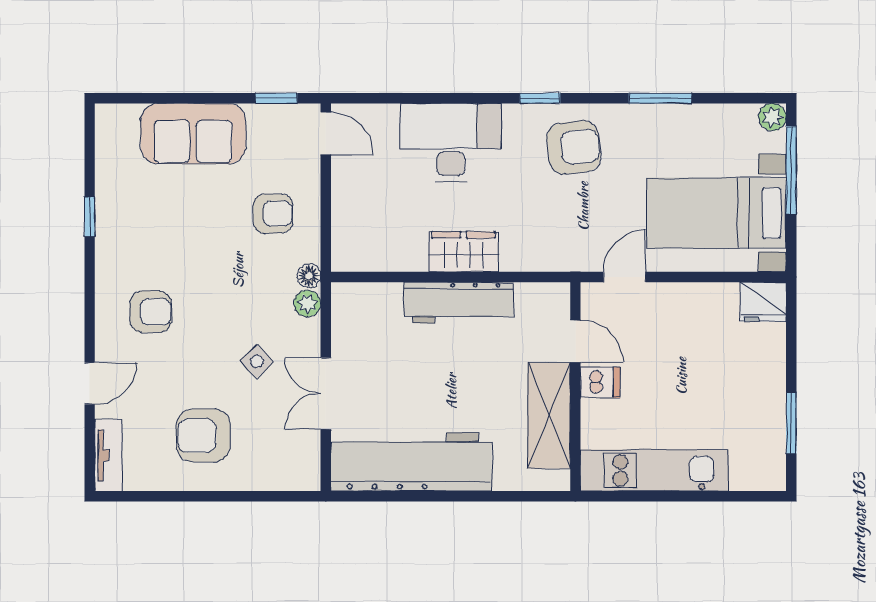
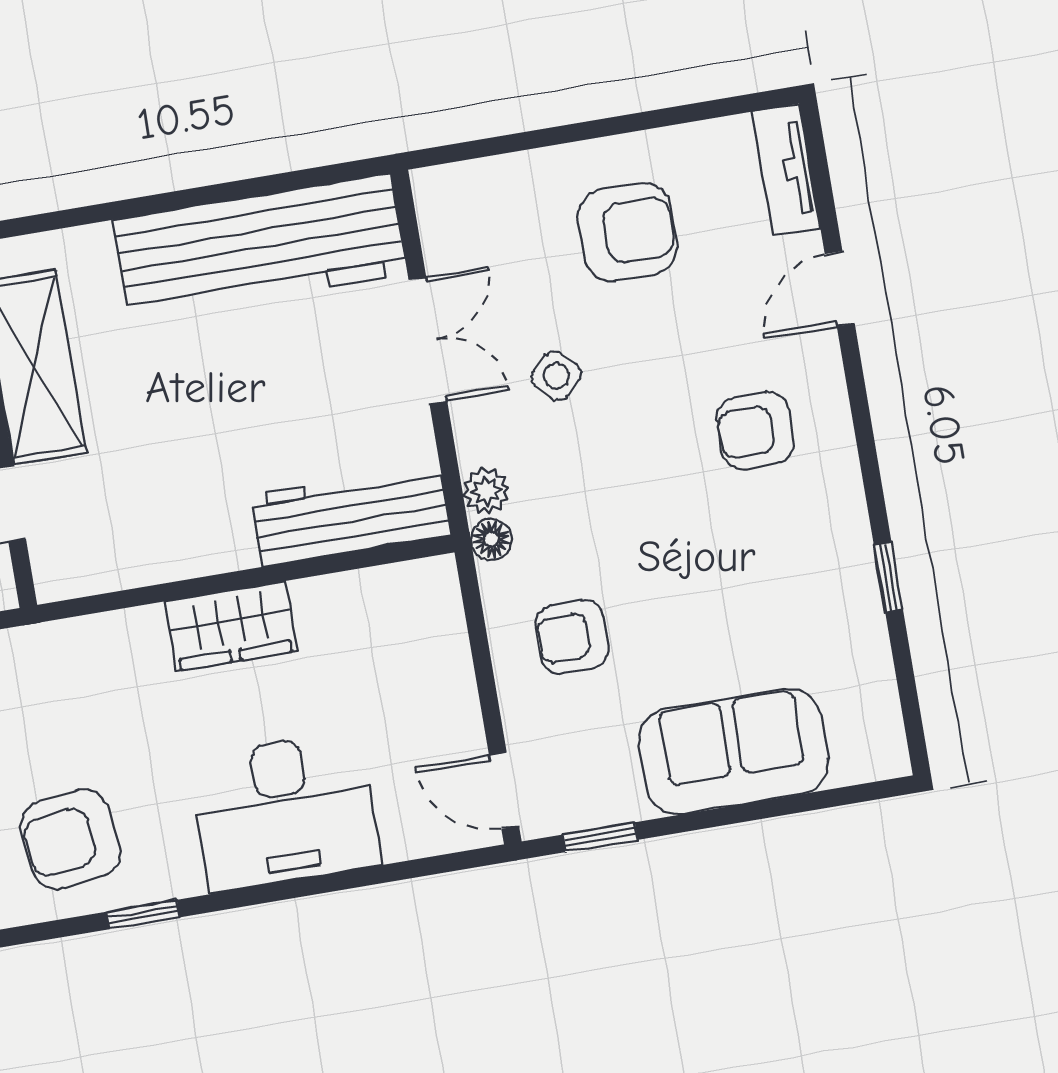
workbench: (459, 303) -> (351, 515), moved

